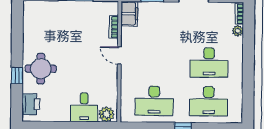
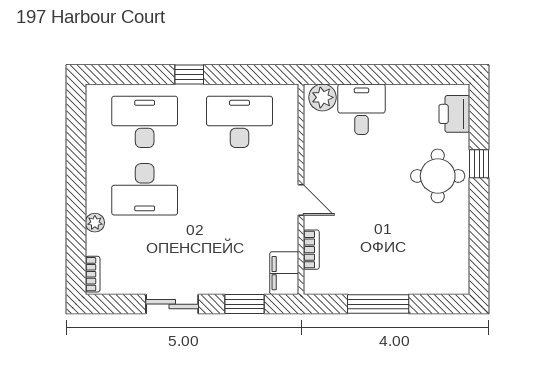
plant: (238, 31) -> (95, 223), moved
desk: (209, 63) -> (145, 189), turned 180

